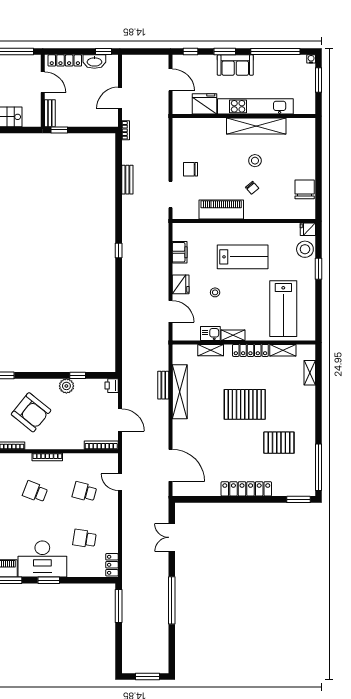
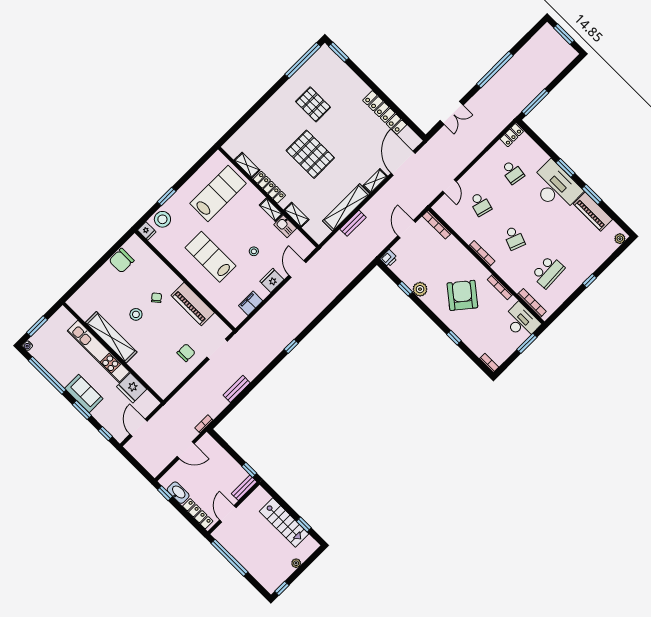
chair: (191, 169) -> (186, 353), turned -90
shelving: (310, 373) -> (375, 181), moved
locker: (246, 489) -> (385, 112), moved

